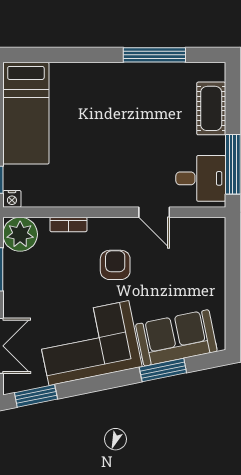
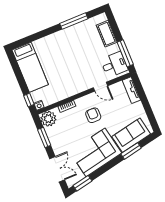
tv unit: (215, 245) -> (131, 90), added

